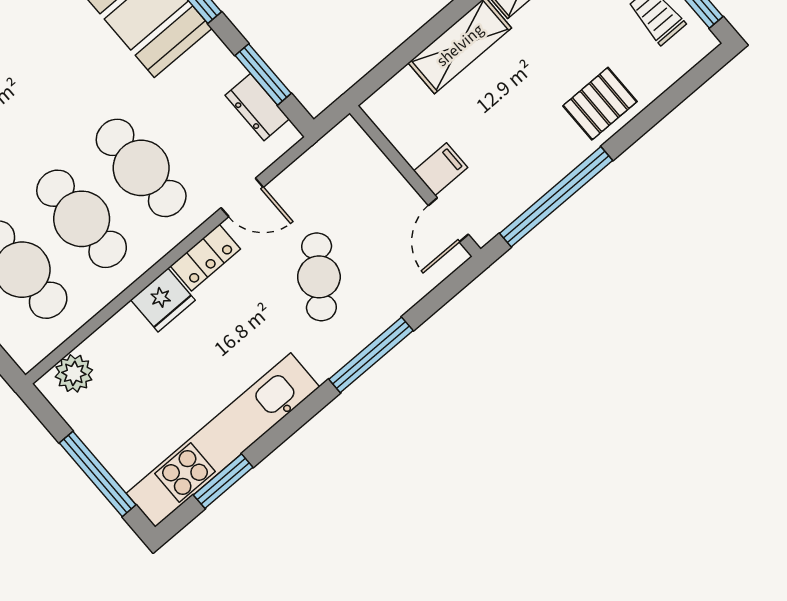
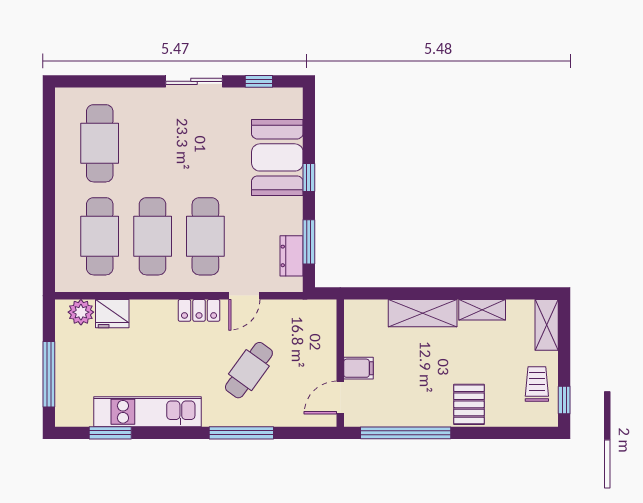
pallet: (600, 104) -> (469, 404), turned 90
door: (242, 197) -> (244, 296), hinge flipped
fridge: (163, 300) -> (112, 314), moved
kitchen unit: (223, 440) -> (148, 412), width x0.73

